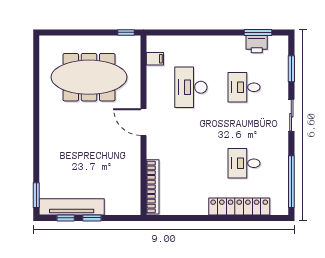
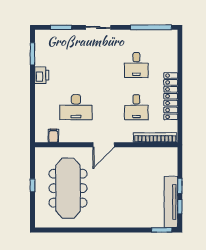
window: (126, 32) -> (32, 185), moved
printer: (257, 44) -> (42, 75), moved
desk: (244, 87) -> (136, 107), moved
locker: (239, 206) -> (171, 96), moved

